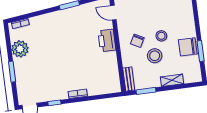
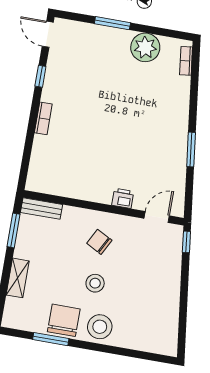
printer: (107, 40) -> (123, 198), width x0.53, depth x0.68
stool: (155, 56) -> (100, 327), moved

